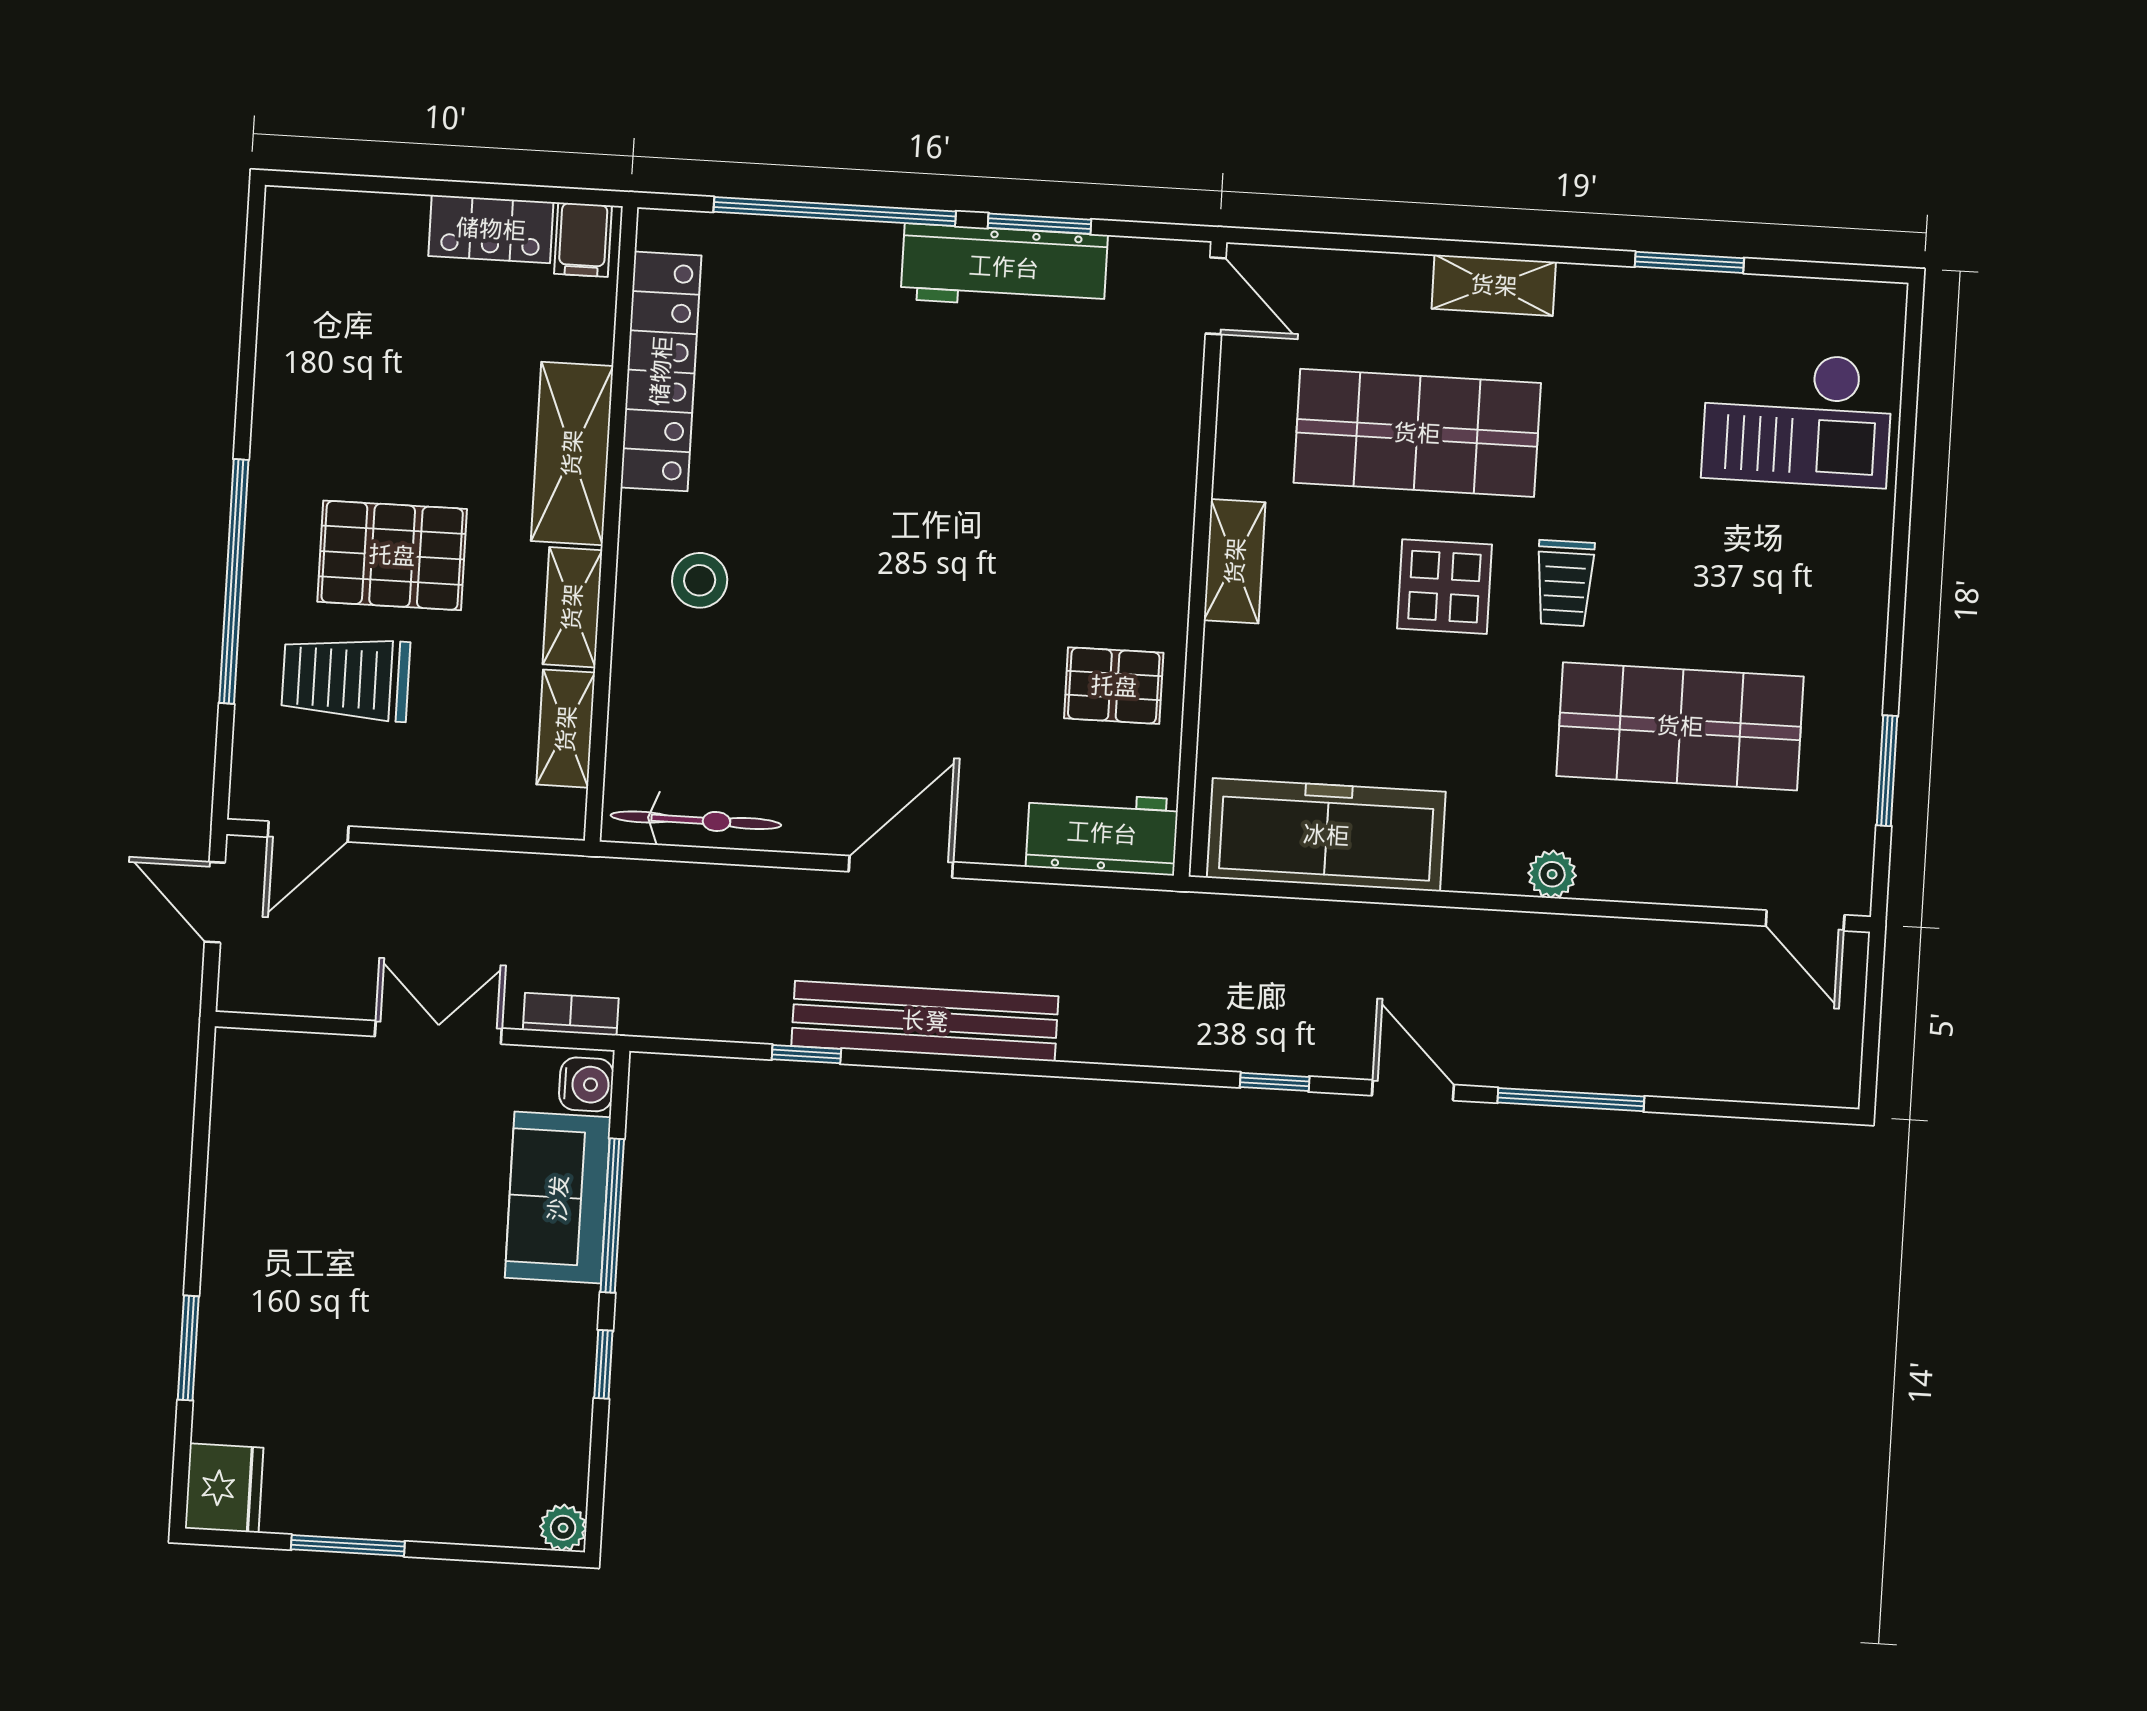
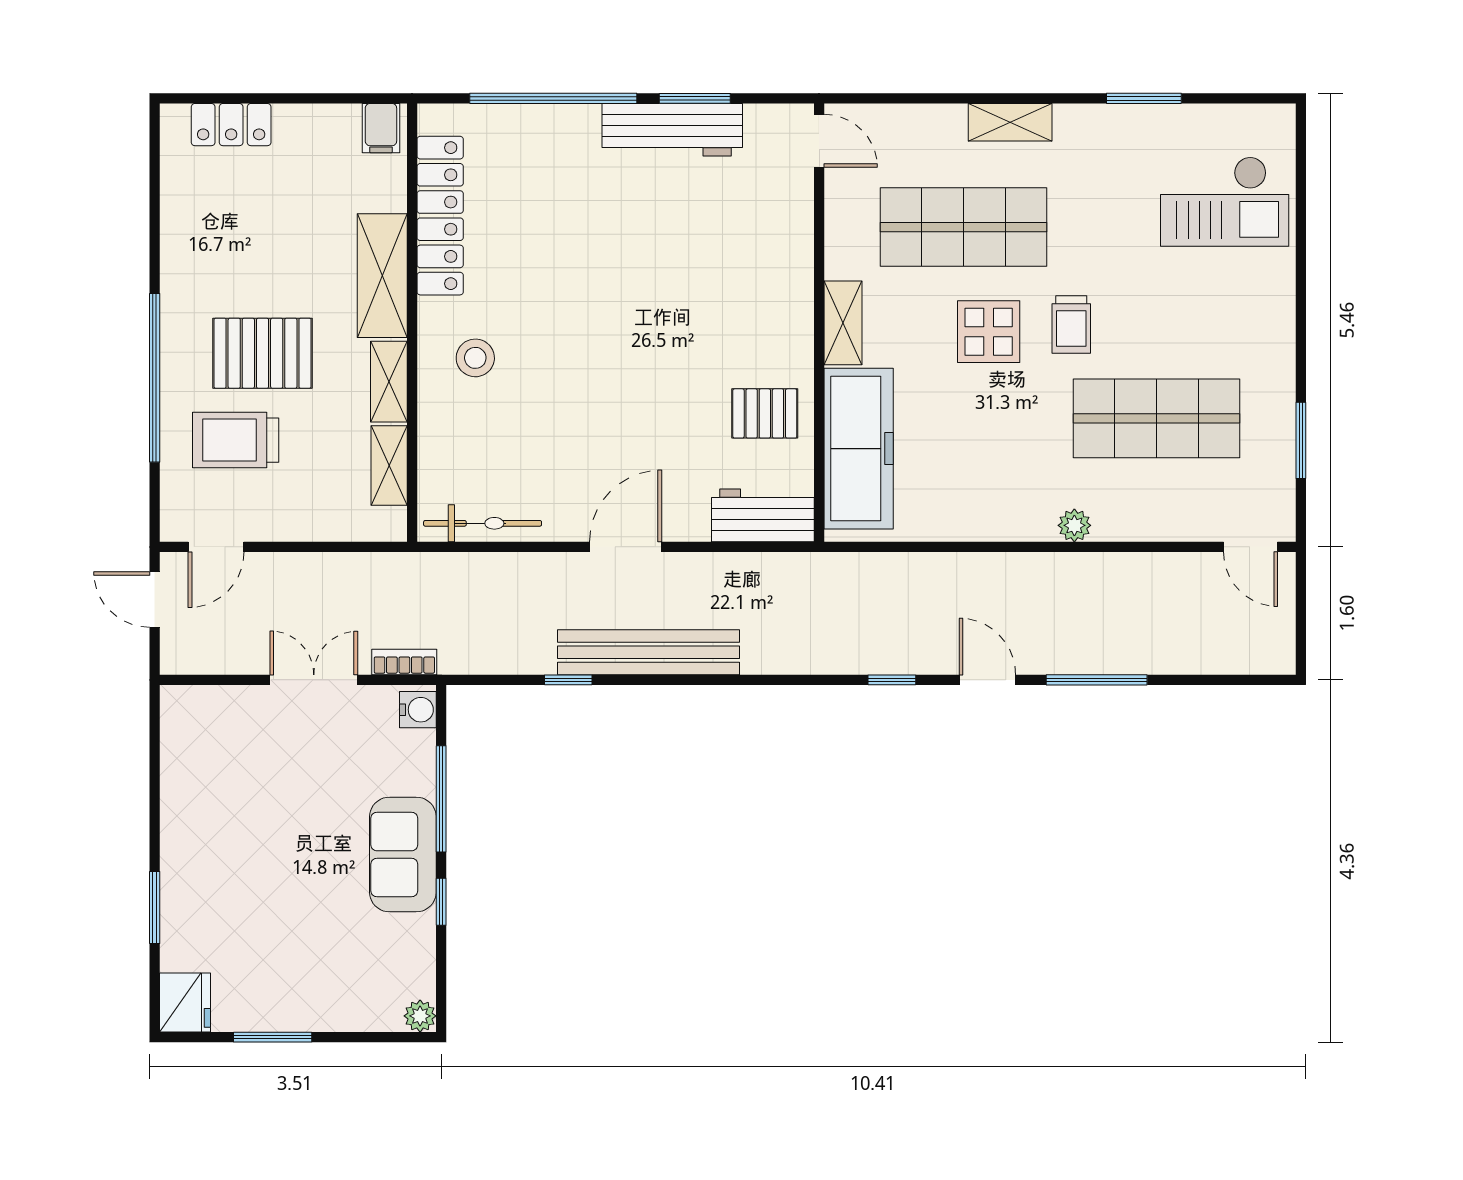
locker: (491, 229) -> (231, 125), moved
freezer: (1326, 835) -> (859, 449), moved, turned 90
sofa: (558, 1198) -> (403, 855), moved

